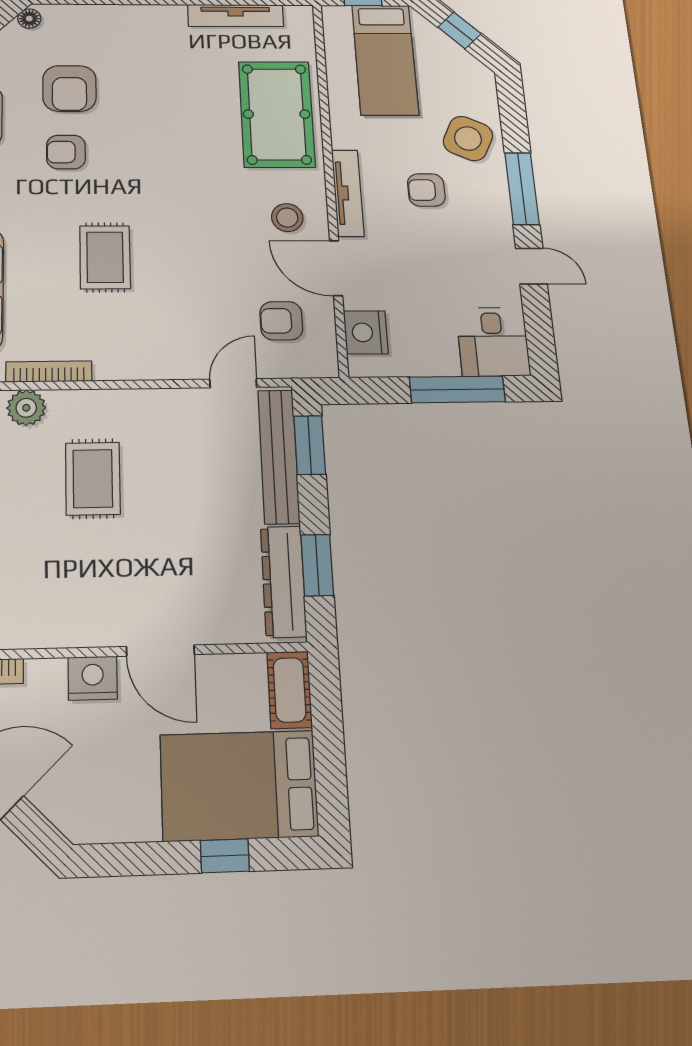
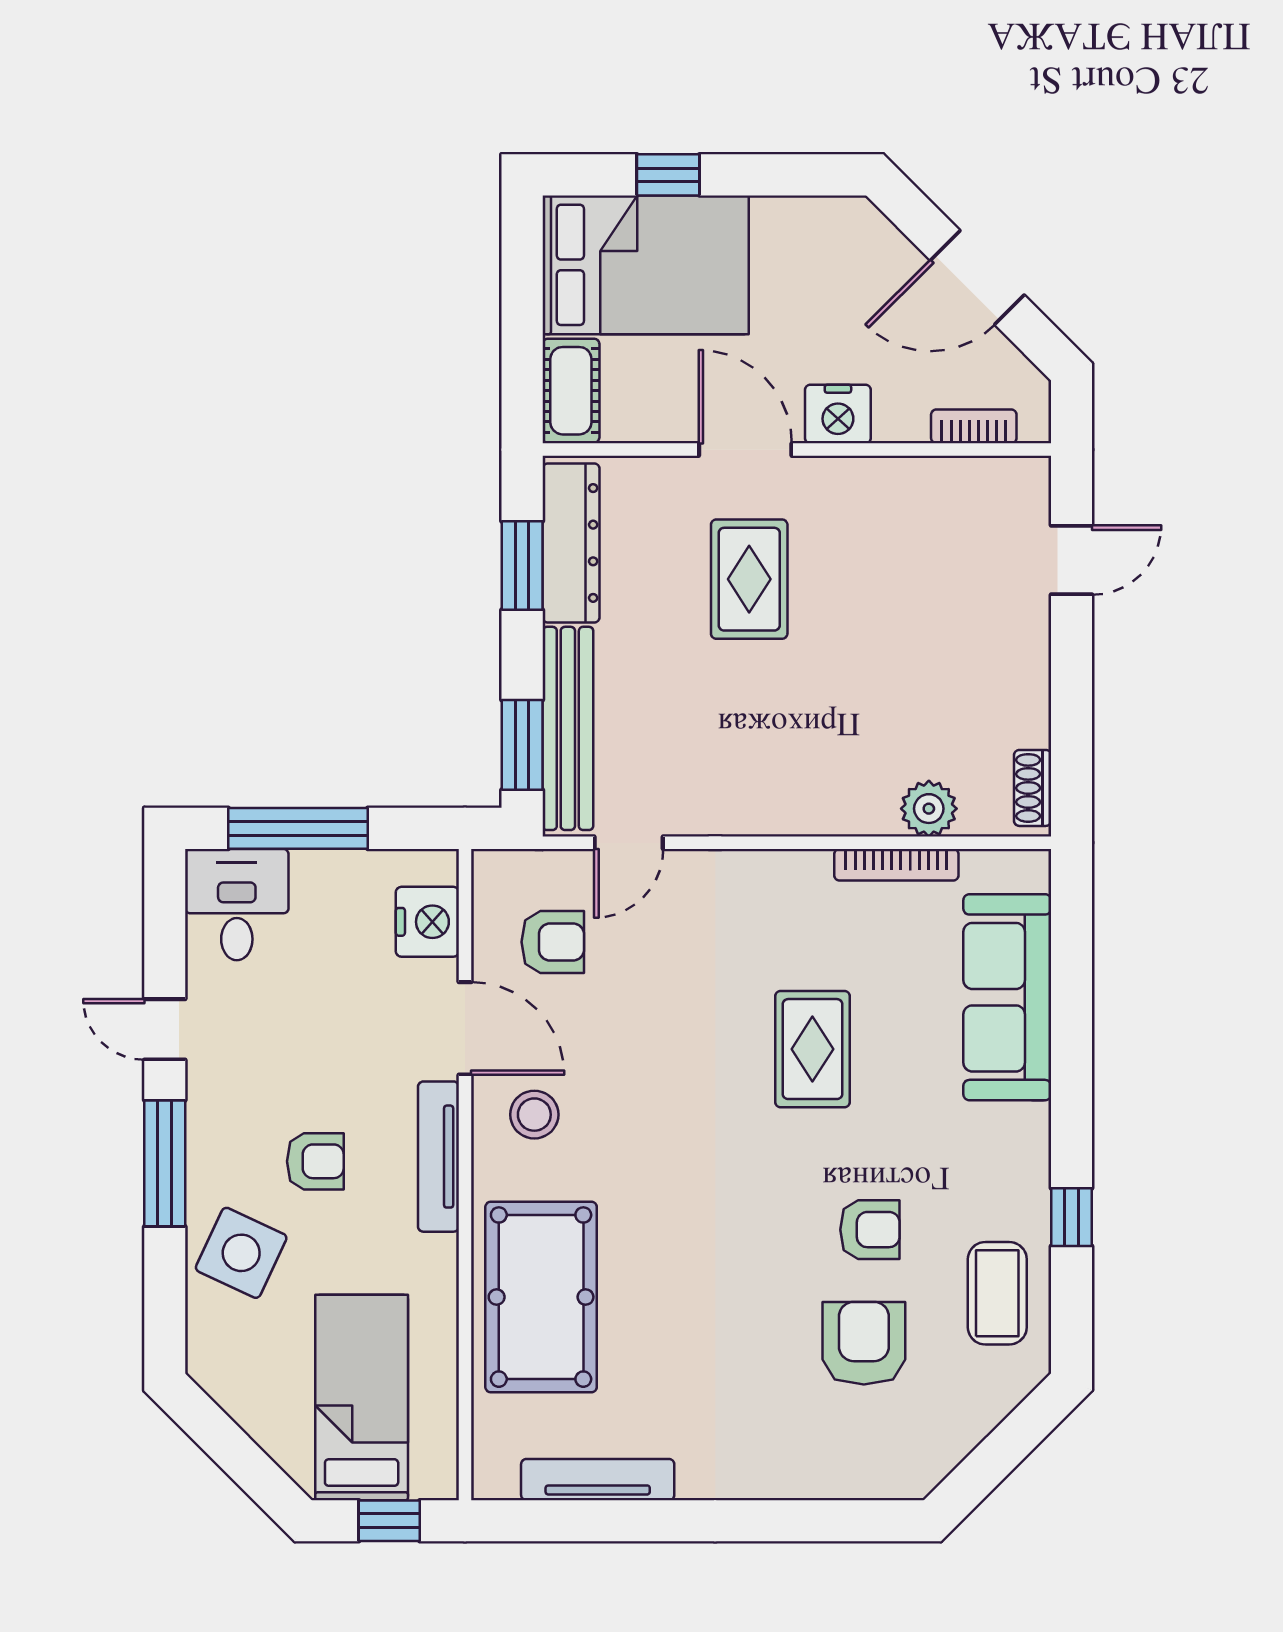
floor lamp: (29, 19) -> (927, 1472), removed
window: (459, 30) -> (236, 1453), removed
rug: (93, 479) -> (749, 579), moved

